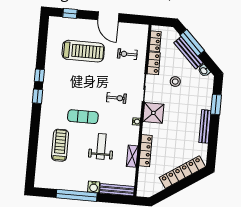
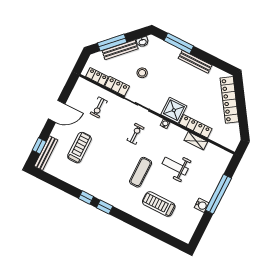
treadmill: (83, 51) -> (79, 148), width x0.73, depth x0.73
window: (216, 105) -> (179, 43), width x1.44
shower: (153, 113) -> (174, 110), moved
water cooler: (94, 187) -> (202, 205), moved
bench: (117, 190) -> (46, 153), moved
window: (77, 195) -> (218, 194), moved

